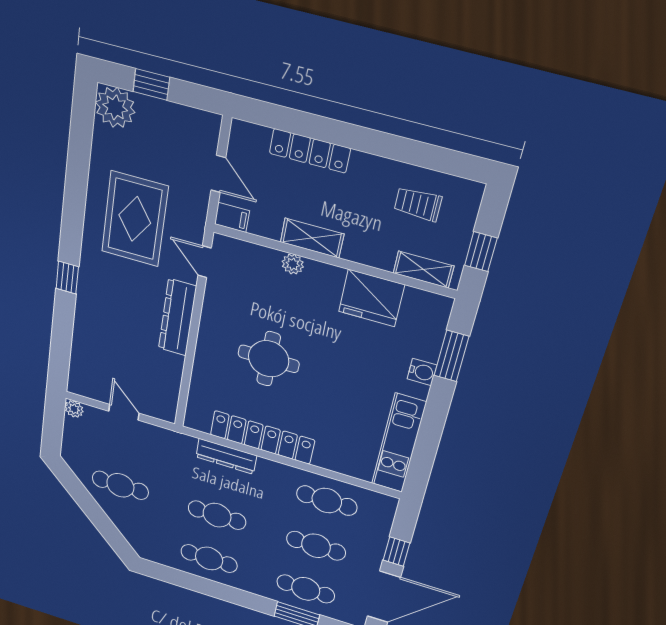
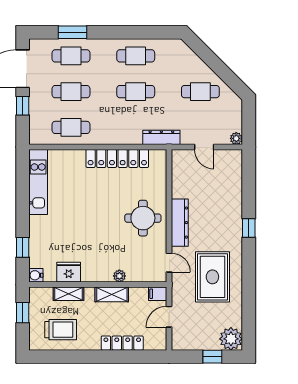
door: (218, 174) -> (169, 317), hinge flipped
trolley: (418, 204) -> (61, 330), width x1.36, depth x1.39
shelving: (423, 269) -> (68, 294), moved
fridge: (371, 298) -> (69, 272), width x0.73, depth x0.75
window: (452, 356) -> (23, 247), width x0.67
round table: (269, 359) -> (143, 218), moved
water cooler: (422, 372) -> (36, 275), moved
dresser: (226, 456) -> (161, 137), moved

